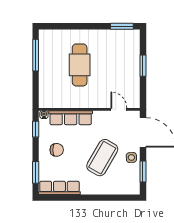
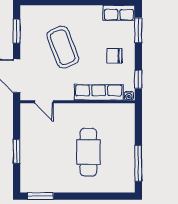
side table: (131, 157) -> (30, 47), removed
coffee table: (102, 158) -> (63, 47), turned -51
row of seats: (59, 188) -> (119, 13), width x0.68

